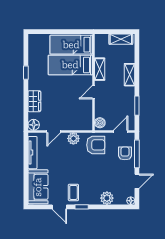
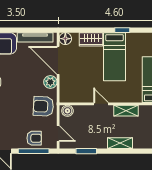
bed: (70, 65) -> (114, 57), moved, turned 180
door: (54, 131) -> (58, 60), width x1.87
armchair: (96, 145) -> (43, 106), turned 93

